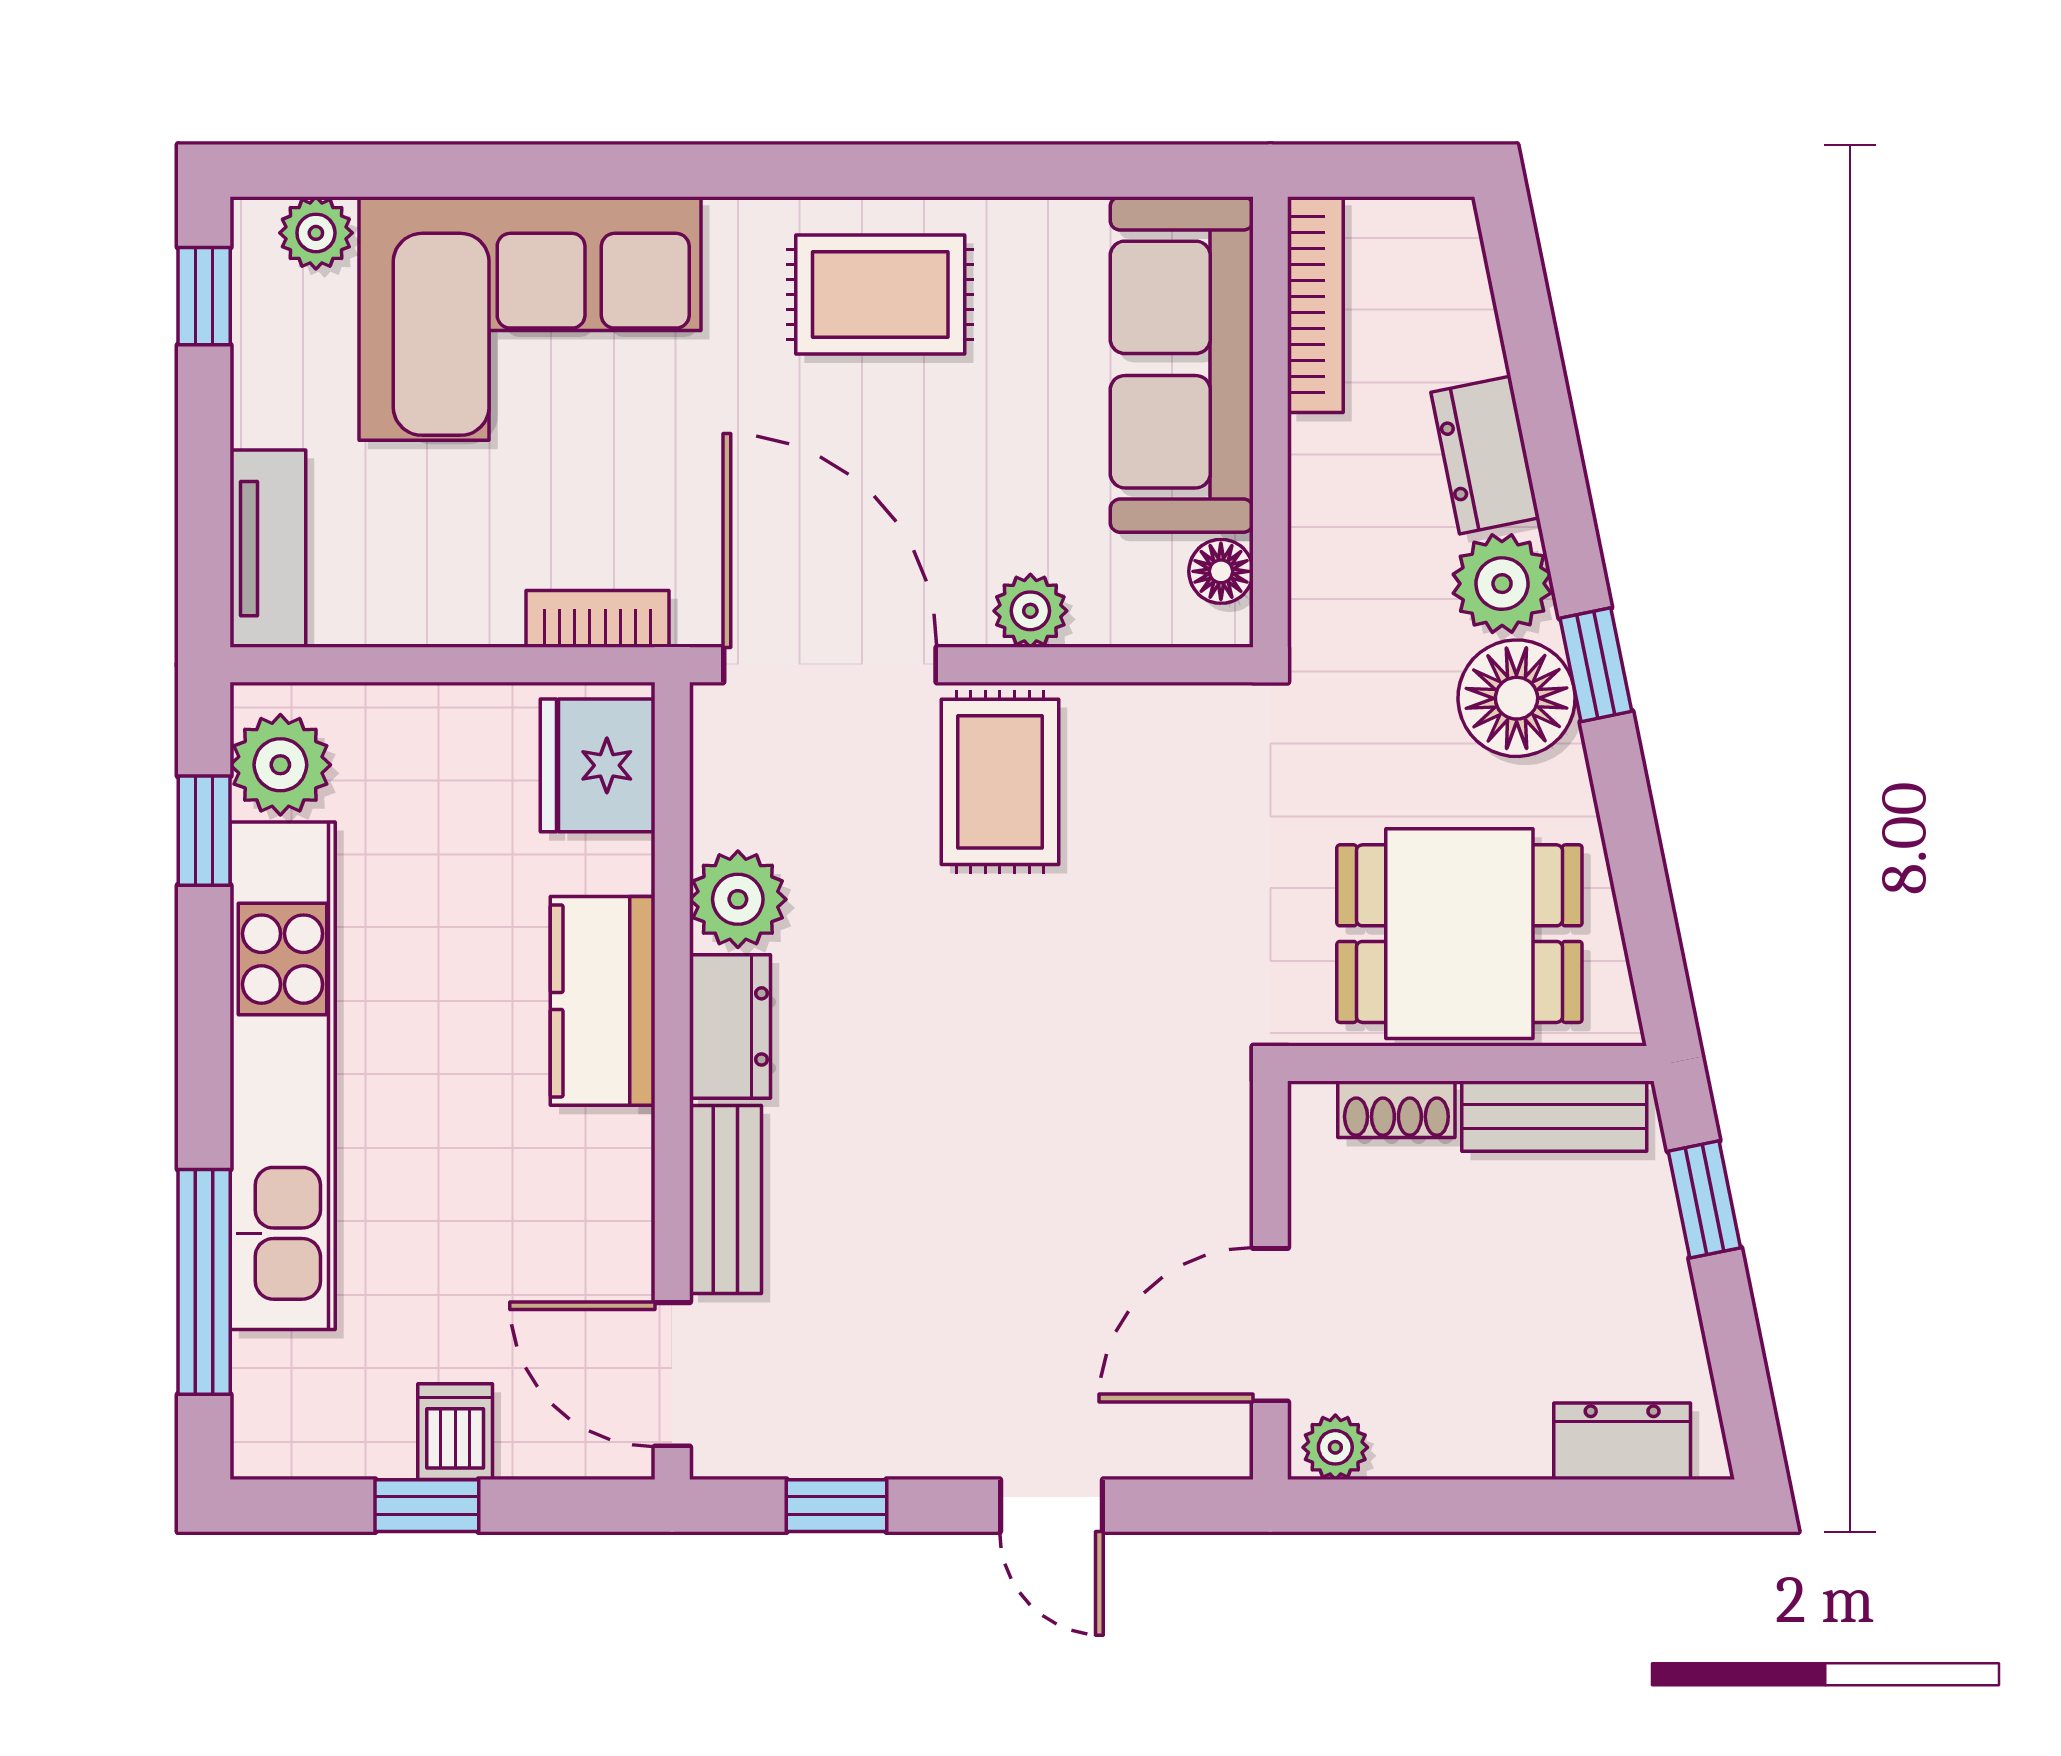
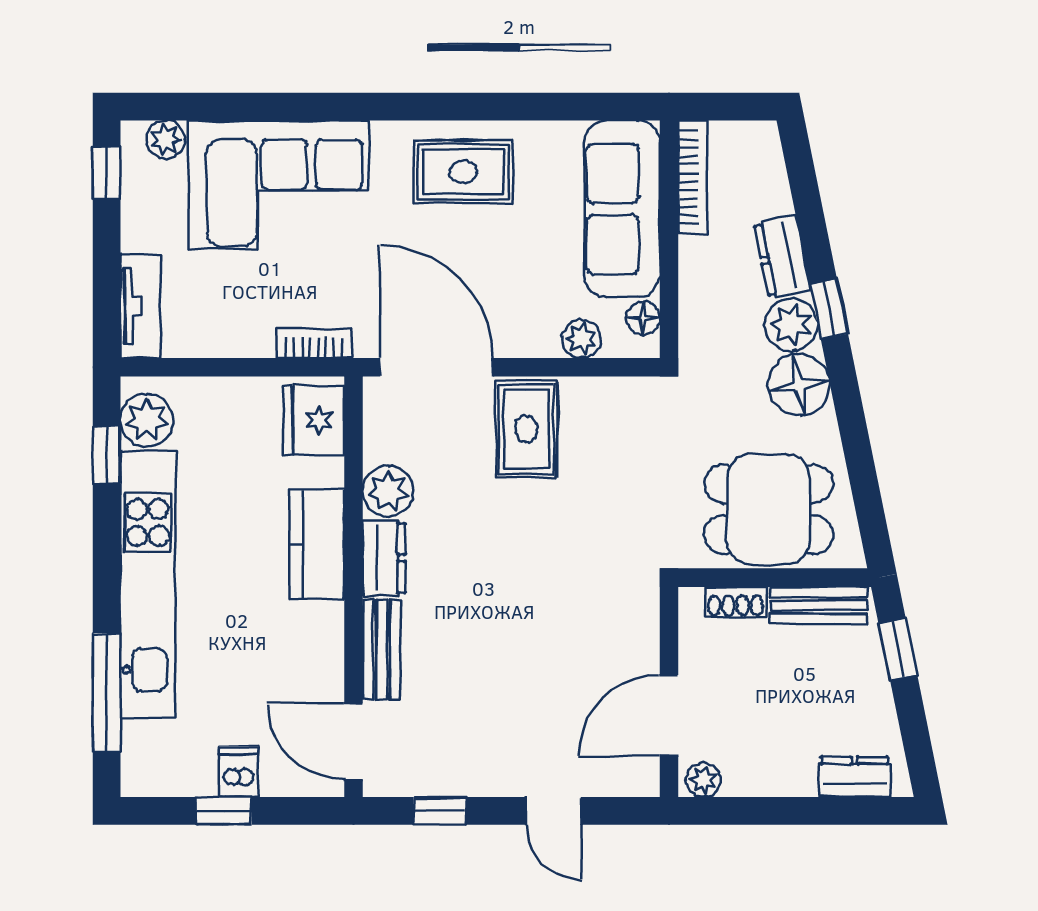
plant: (1030, 611) -> (581, 339), moved
window: (1596, 665) -> (829, 309), moved

